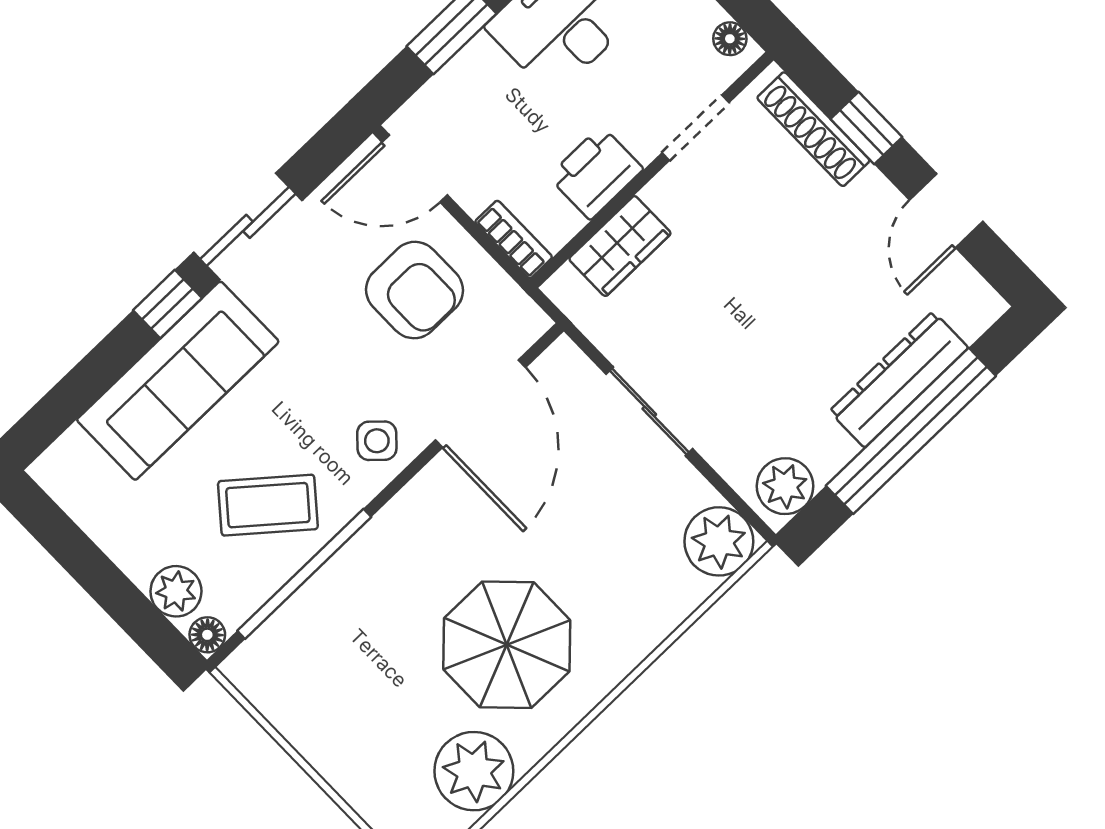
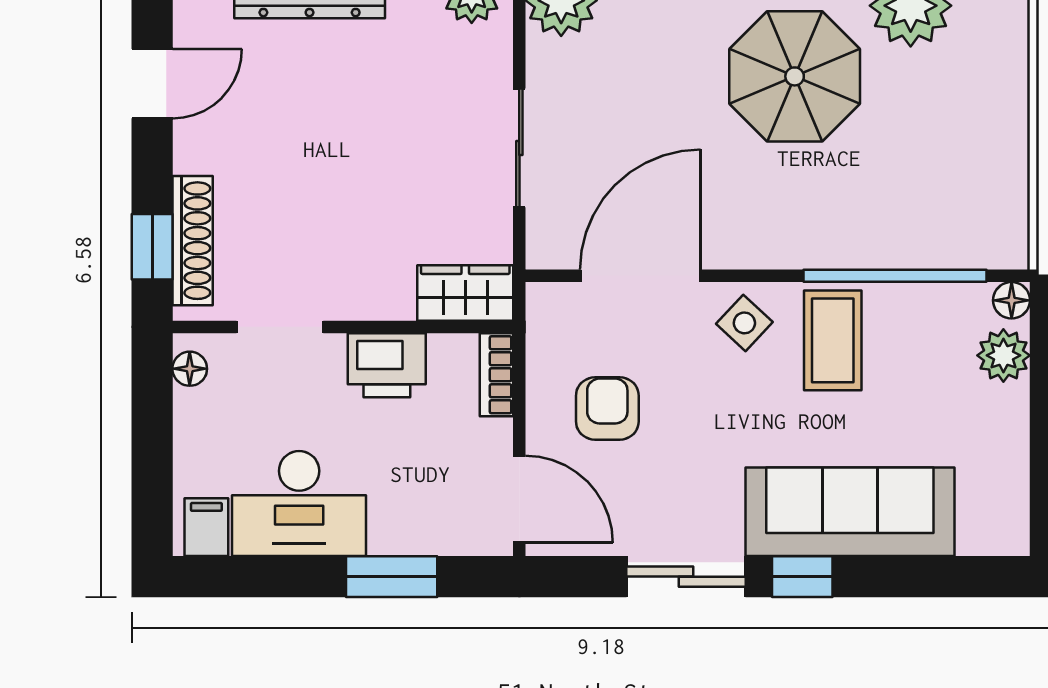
window: (866, 128) -> (152, 247), moved
wardrobe: (620, 246) -> (465, 293), moved
armchair: (414, 290) -> (607, 409), width x0.72, depth x0.72
coffee table: (268, 505) -> (833, 340), moved, turned 50

